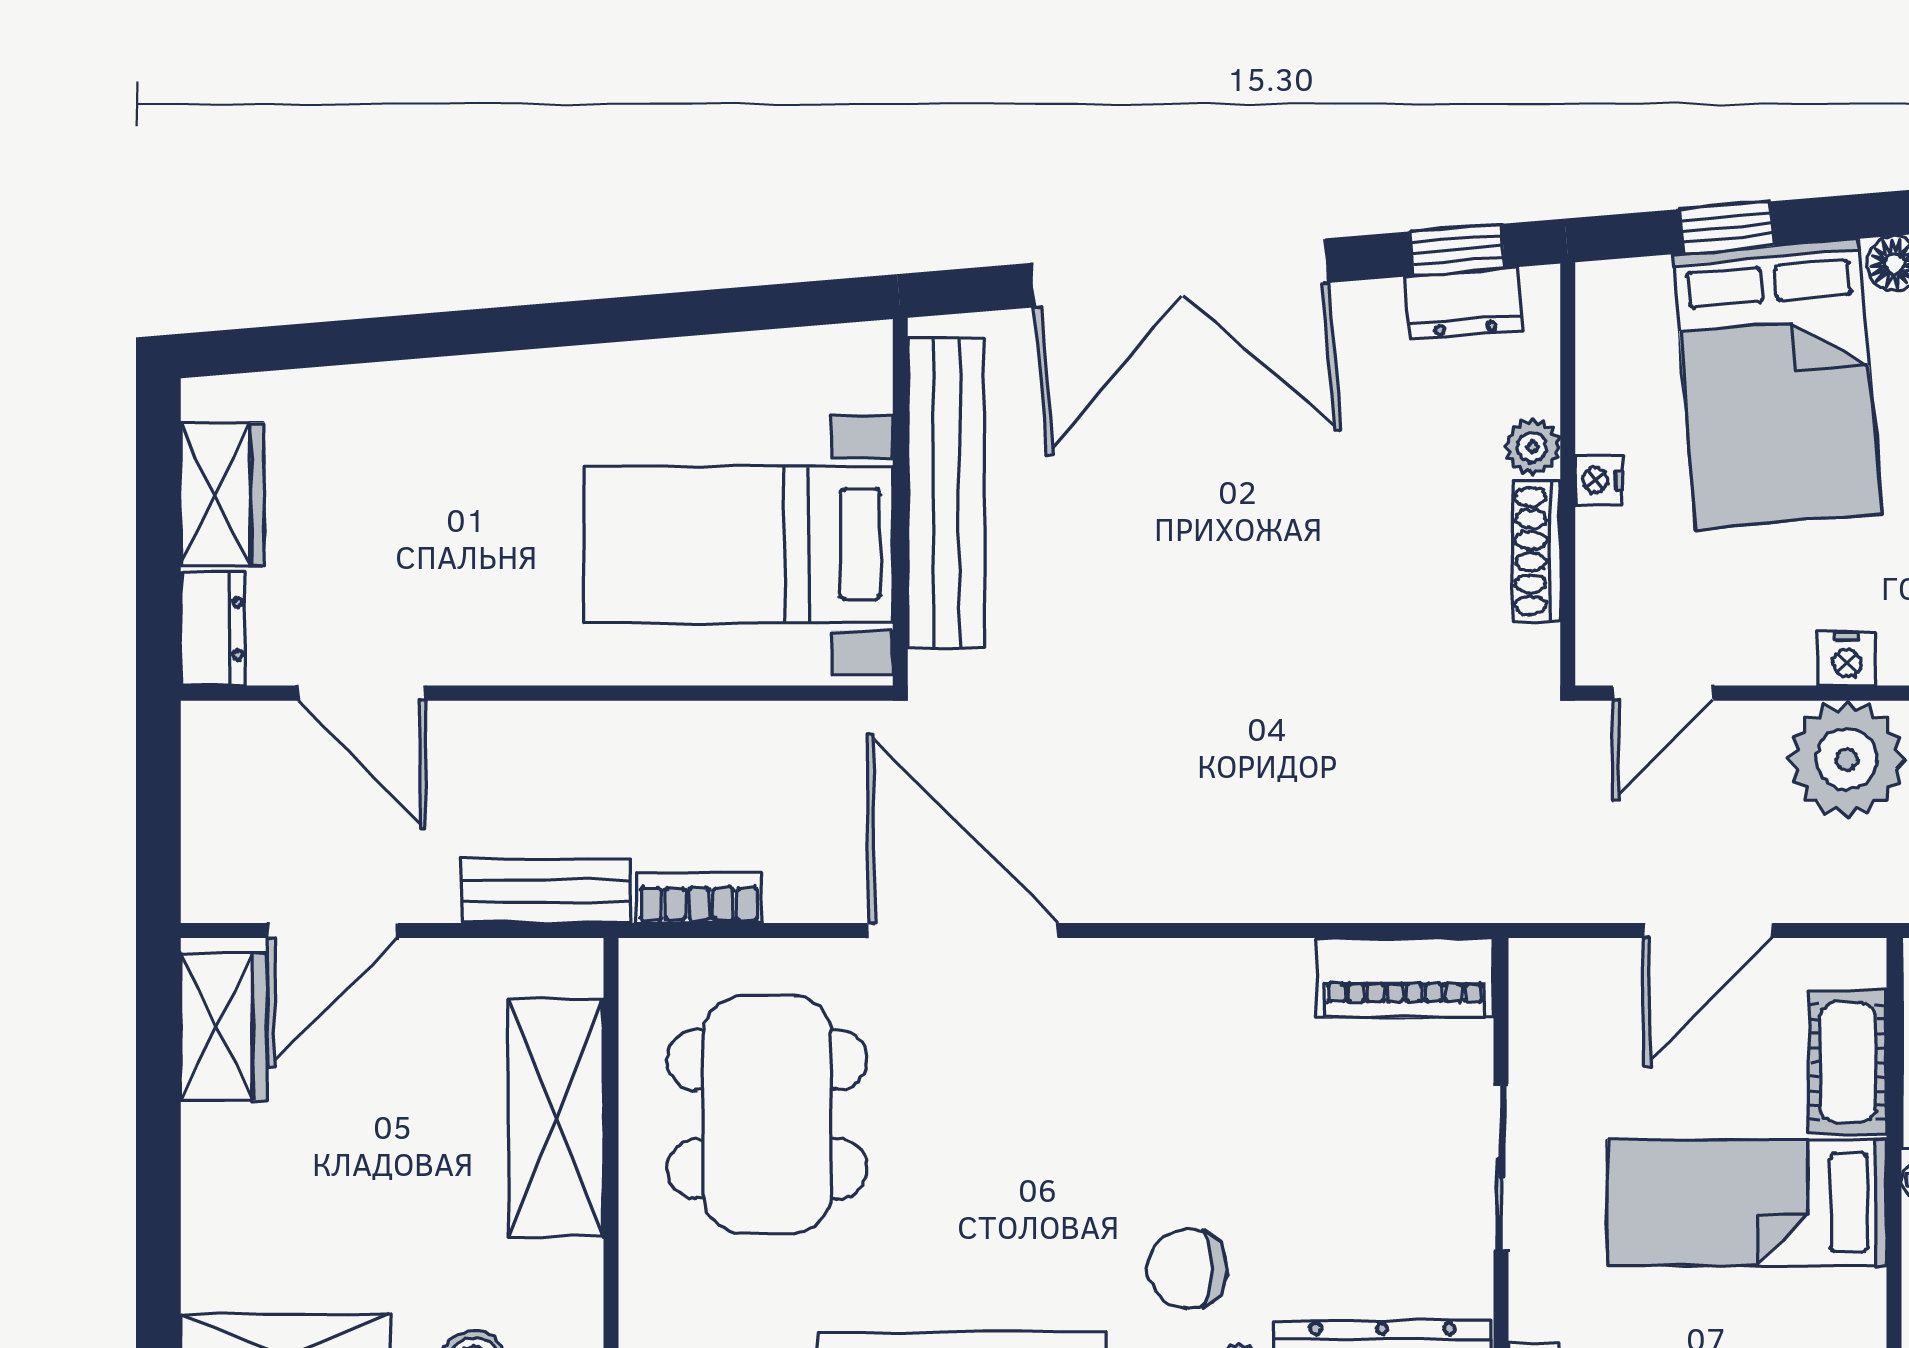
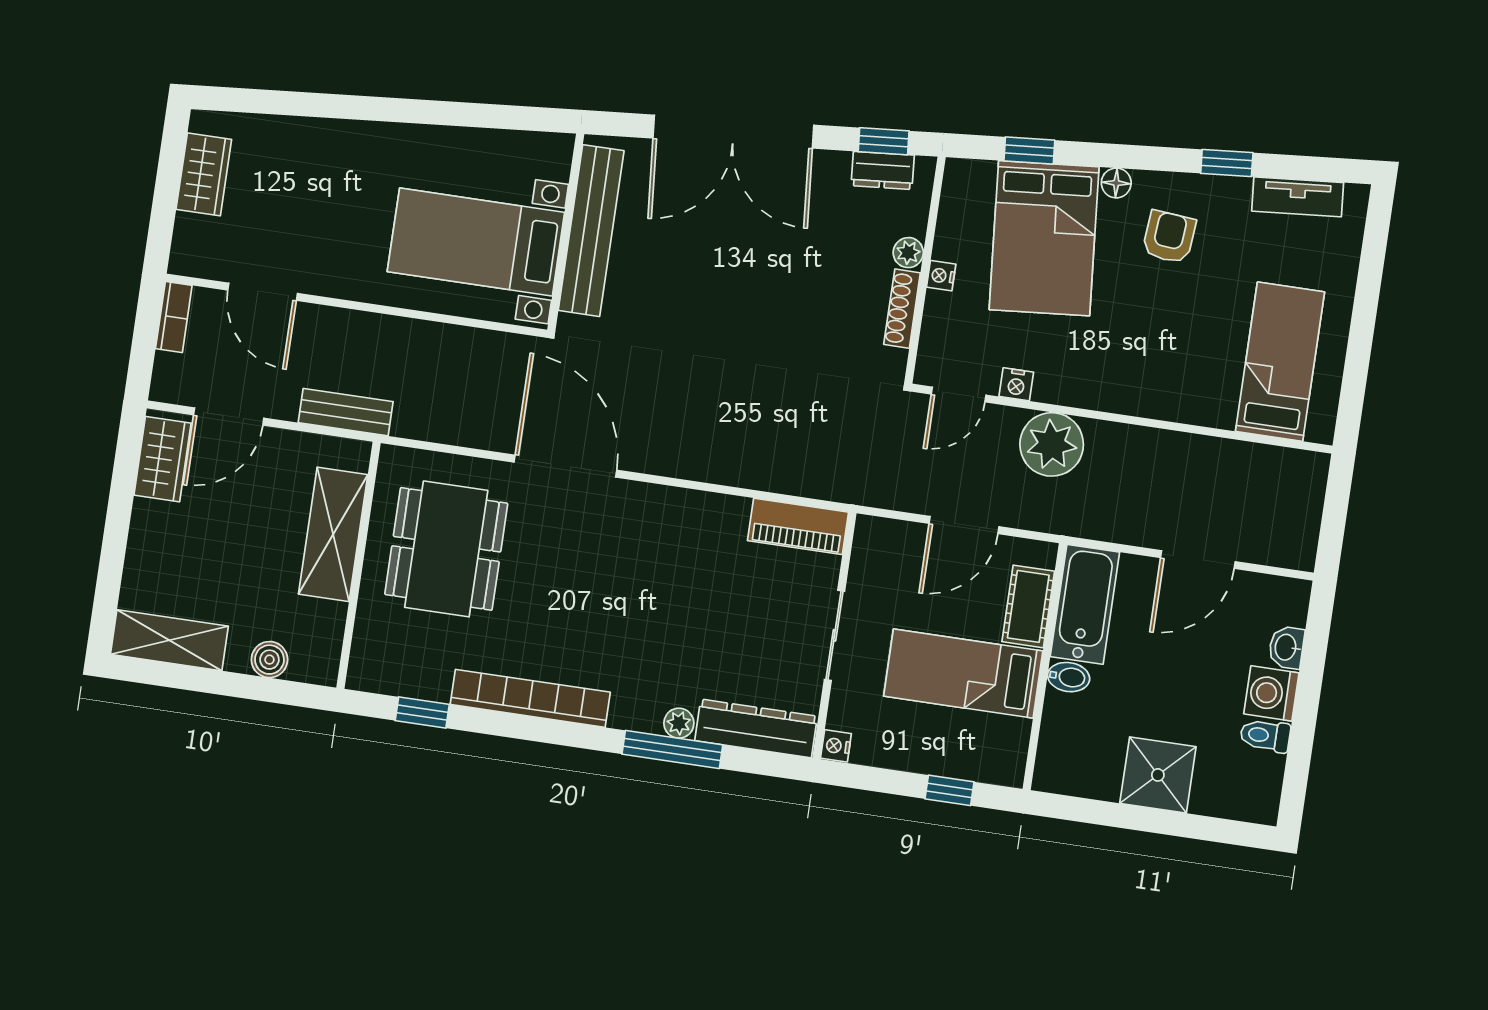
dresser: (213, 629) -> (188, 246), removed
nightstand: (1847, 659) -> (1016, 384), moved
bookcase: (699, 898) -> (174, 317), moved, turned 90
chair: (1188, 1269) -> (659, 665), removed

